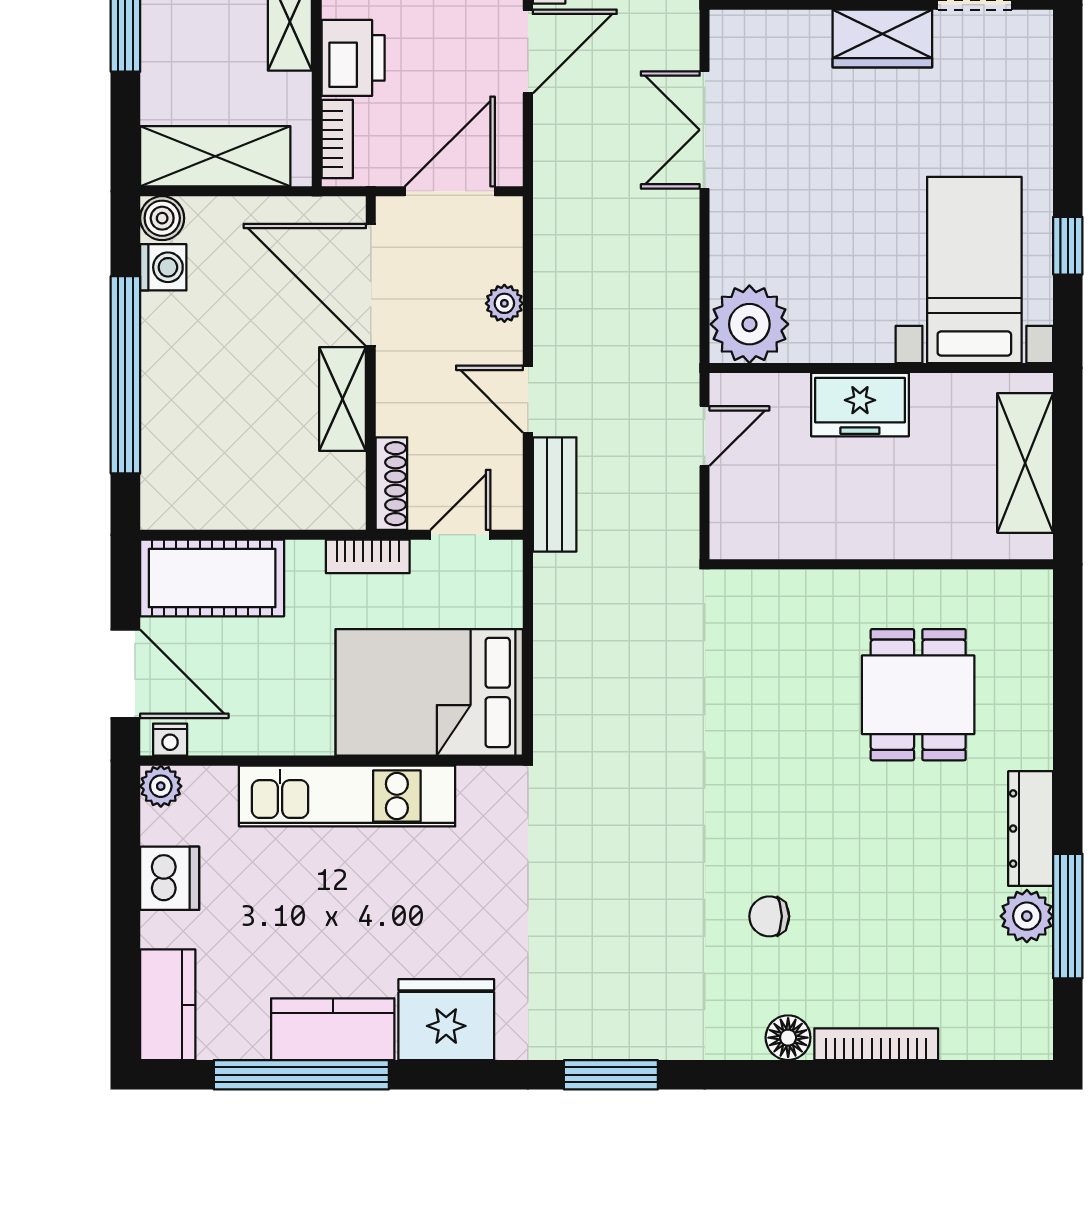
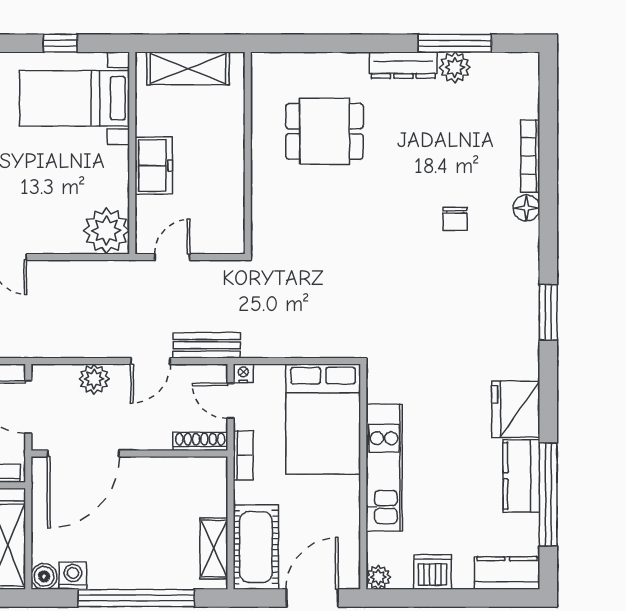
plant: (504, 303) -> (94, 379), width x1.38, depth x1.38
shelving: (343, 399) -> (214, 549), moved, turned 90
door: (705, 436) -> (172, 257), hinge flipped
nightstand: (170, 740) -> (243, 373), moved, turned -90

